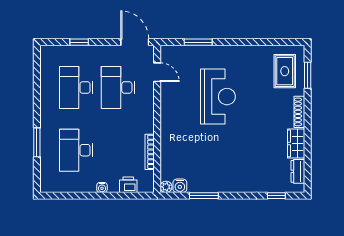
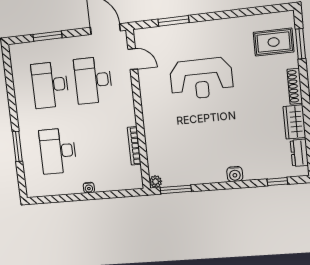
window: (79, 42) -> (47, 36), width x1.50
rug: (285, 71) -> (274, 42), turned 90
reception desk: (218, 97) -> (201, 79), turned 90
printer: (128, 185) -> (116, 183), removed
water cooler: (180, 186) -> (235, 174), moved
window: (204, 196) -> (176, 189), moved

